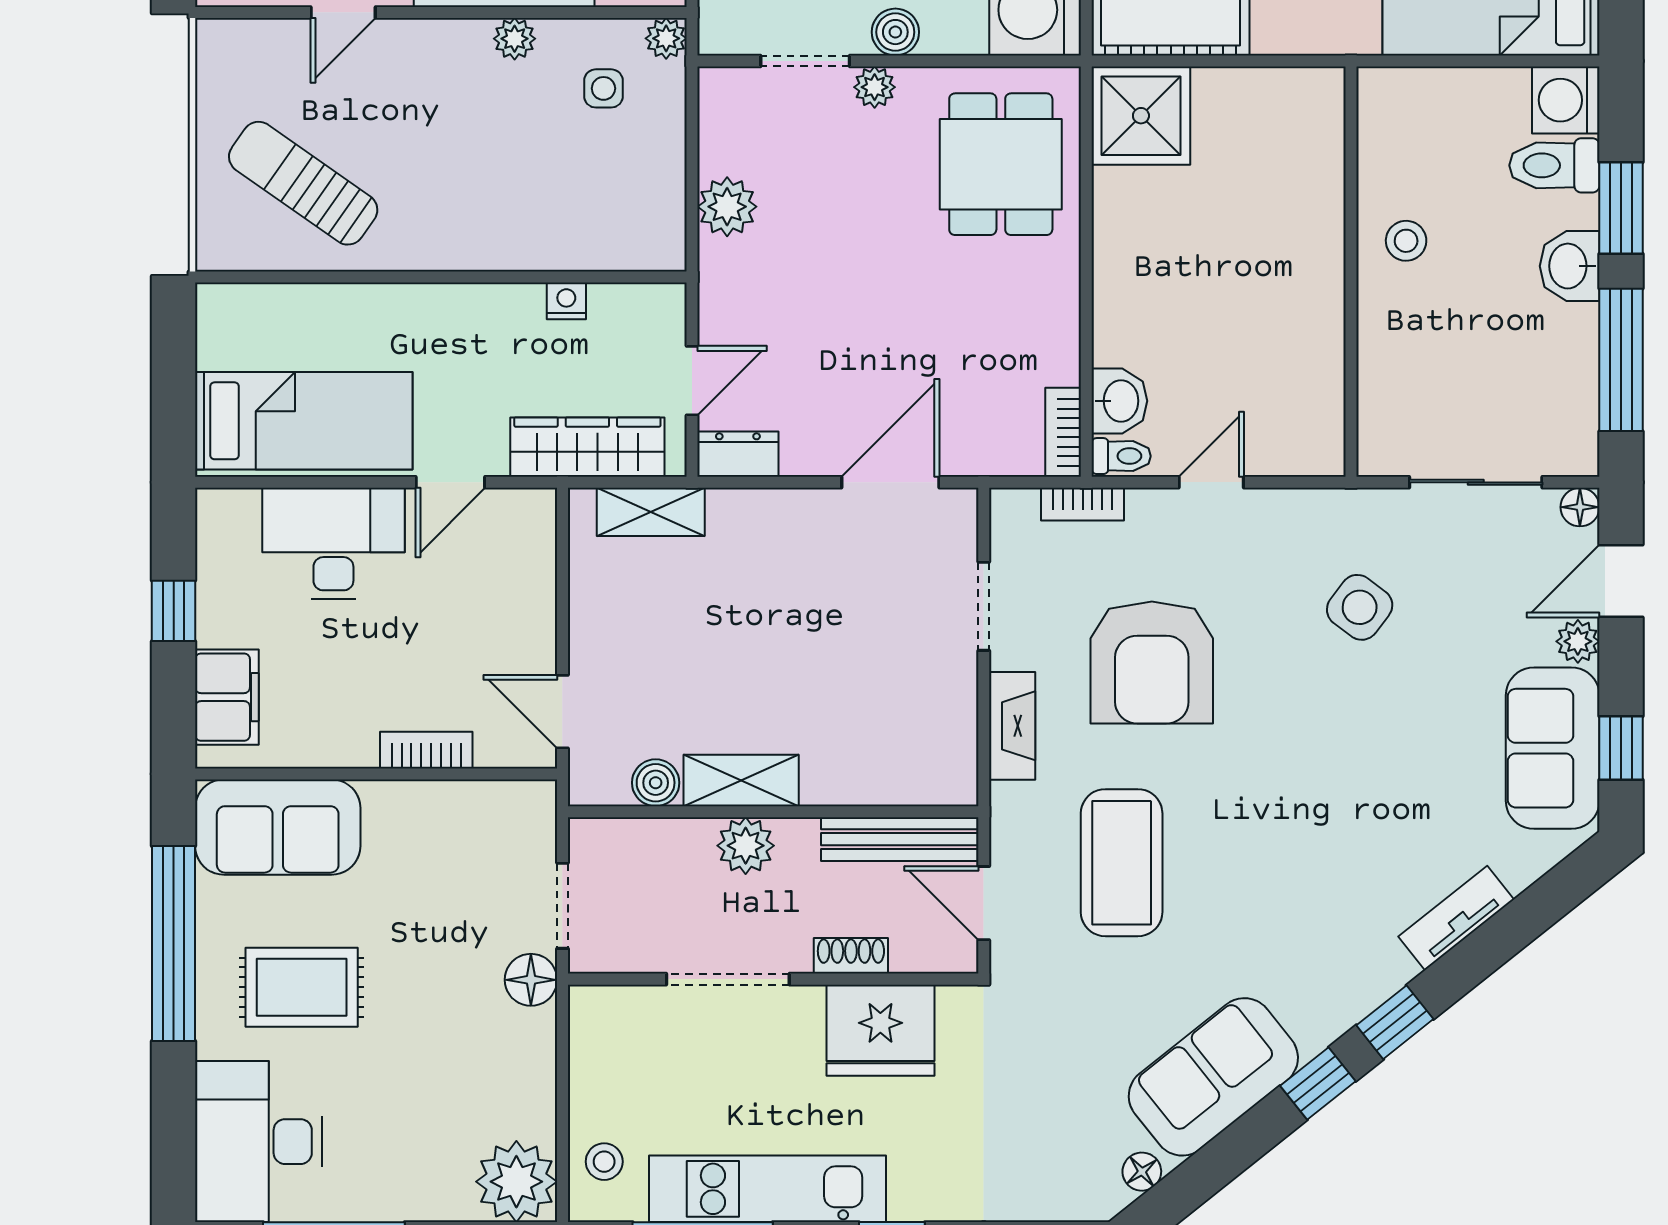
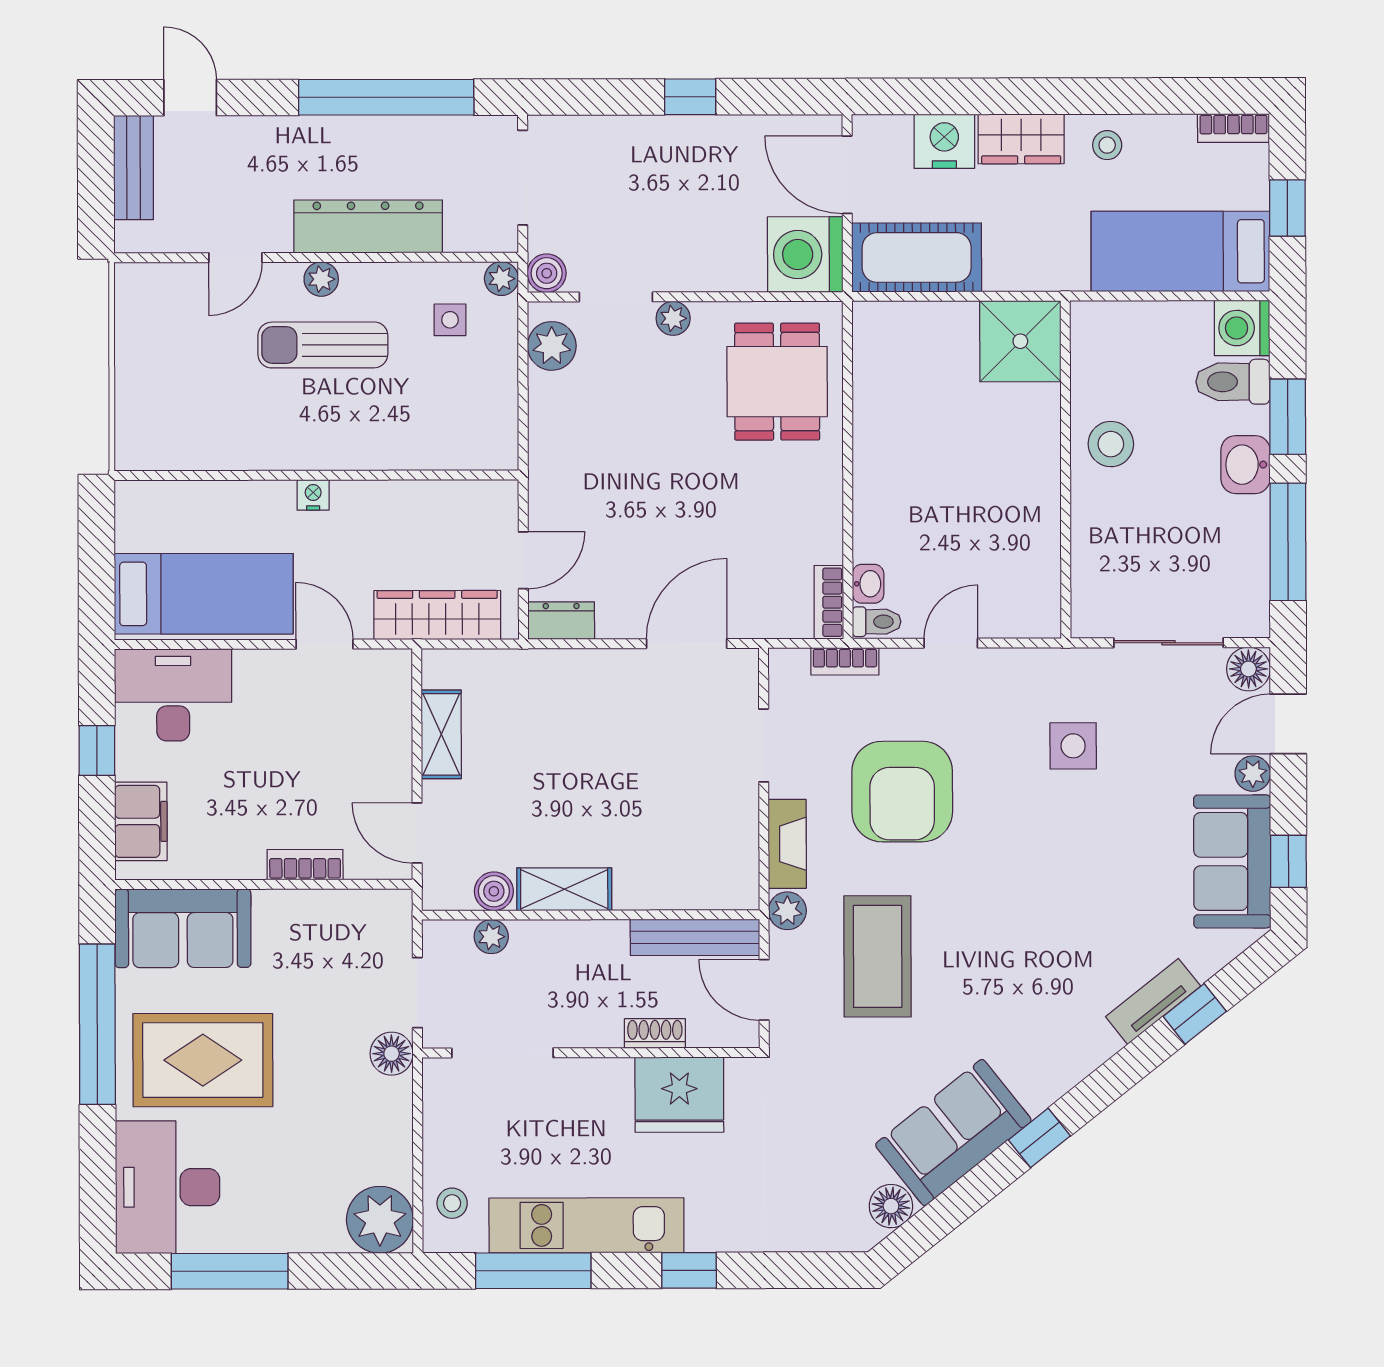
boiler: (895, 32) -> (547, 273), moved
plant: (515, 39) -> (321, 279), moved
shower: (1141, 116) -> (1020, 341), moved
sun lounger: (303, 183) -> (323, 345), moved, turned -35
plant: (727, 207) -> (552, 346), moved
stool: (1406, 241) -> (1111, 444), width x1.37, depth x1.37
nightstand: (566, 301) -> (313, 495), moved
washbasin: (1119, 401) -> (868, 584), width x0.72, depth x0.69
door: (450, 482) -> (324, 644), swing flipped
floor lamp: (1580, 507) -> (1248, 669), width x1.37, depth x1.37
shelving: (651, 512) -> (441, 734), moved, turned 90
desk: (333, 544) -> (173, 695), moved
side table: (1360, 607) -> (1073, 746), turned -37
plant: (1012, 807) -> (787, 911), added
plant: (746, 846) -> (491, 937), moved, width x0.73, depth x0.73
doorway: (728, 979) -> (502, 1053), moved
rug: (302, 987) -> (203, 1060), width x1.36, depth x1.43
window: (1395, 1022) -> (1195, 1014), moved
floor lamp: (1142, 1172) -> (891, 1206), width x1.37, depth x1.37

